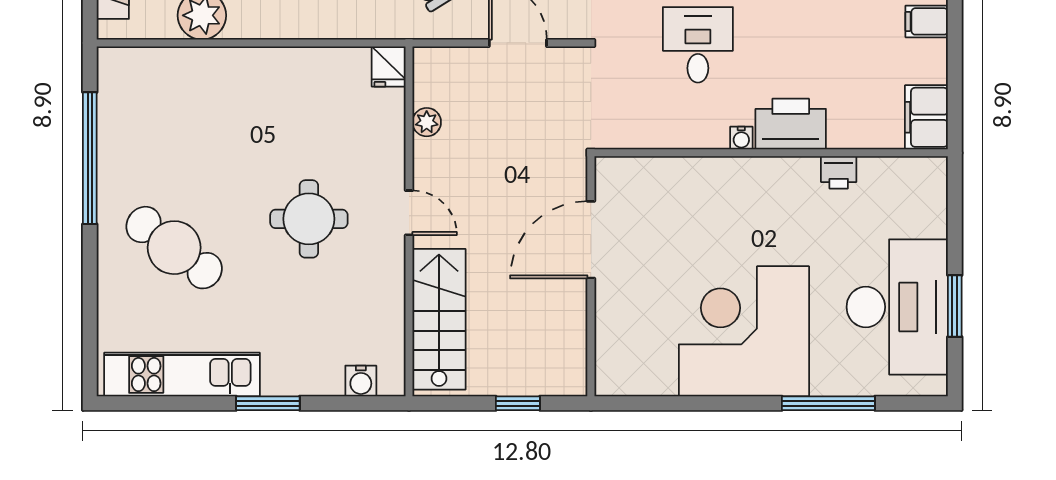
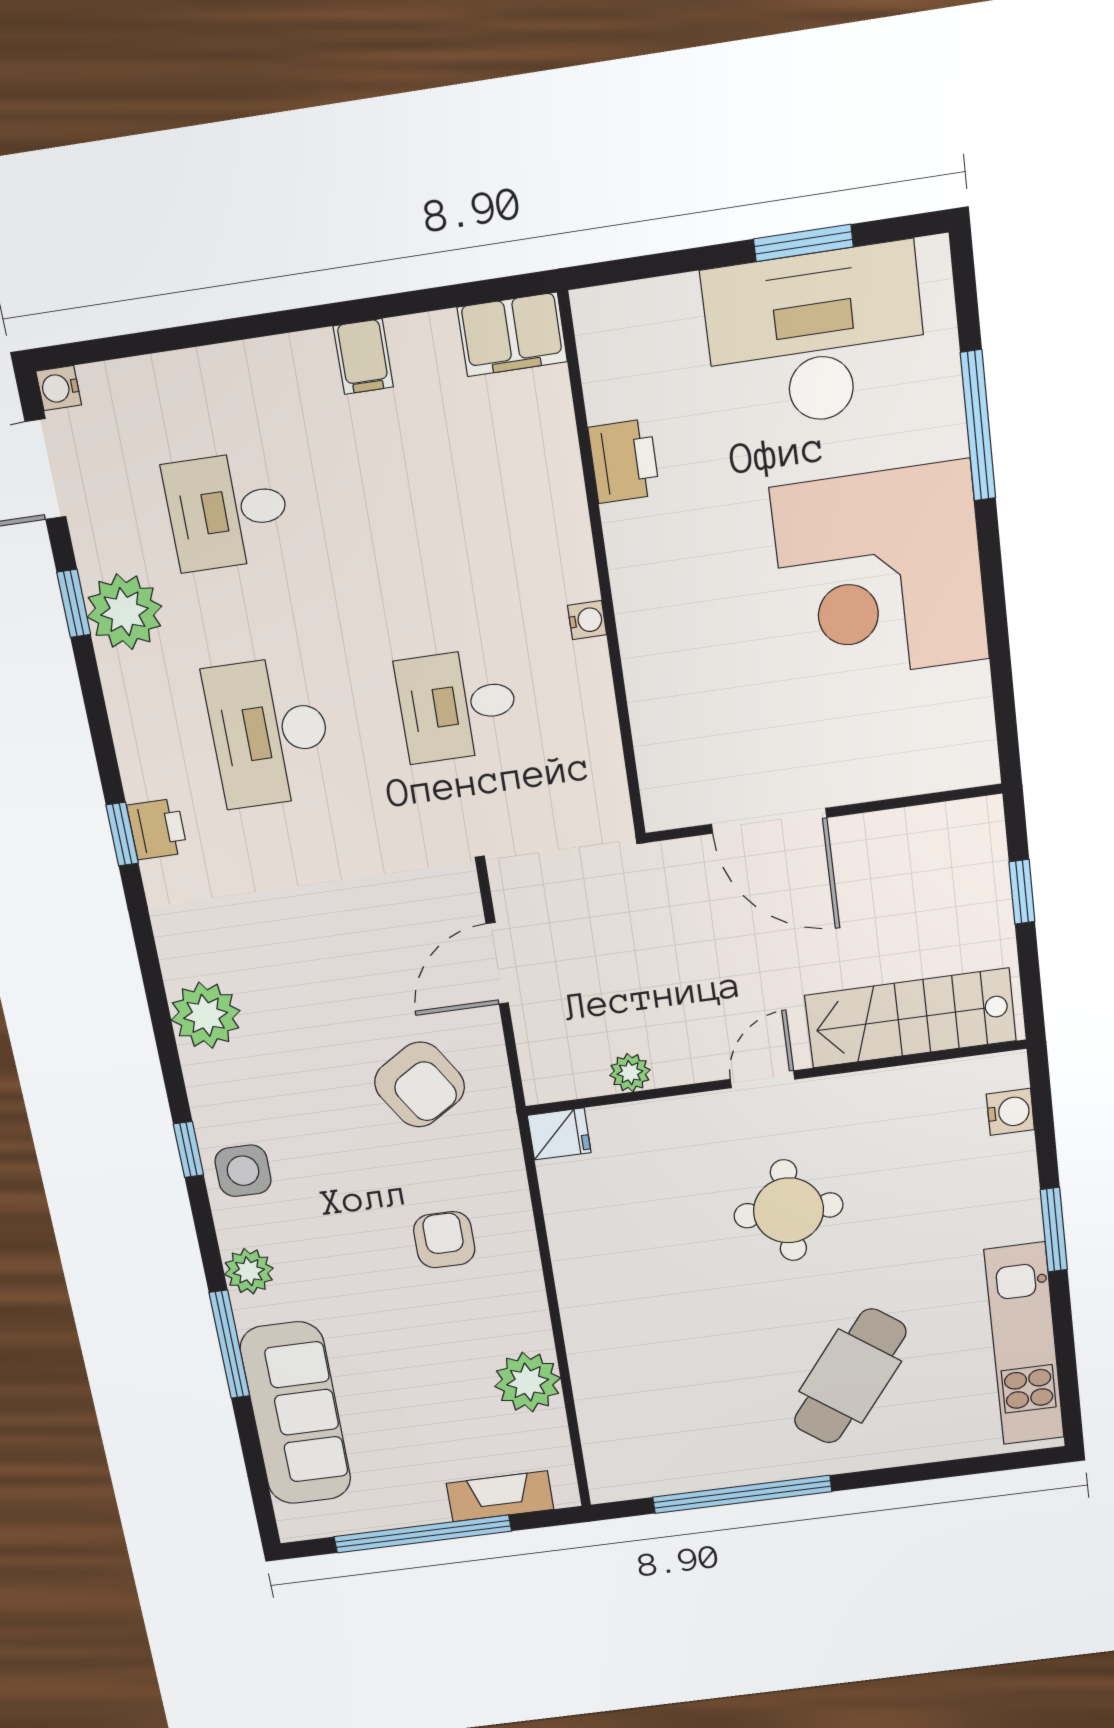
printer: (791, 124) -> (555, 548), removed
printer: (839, 172) -> (624, 461), width x1.36, depth x1.24

